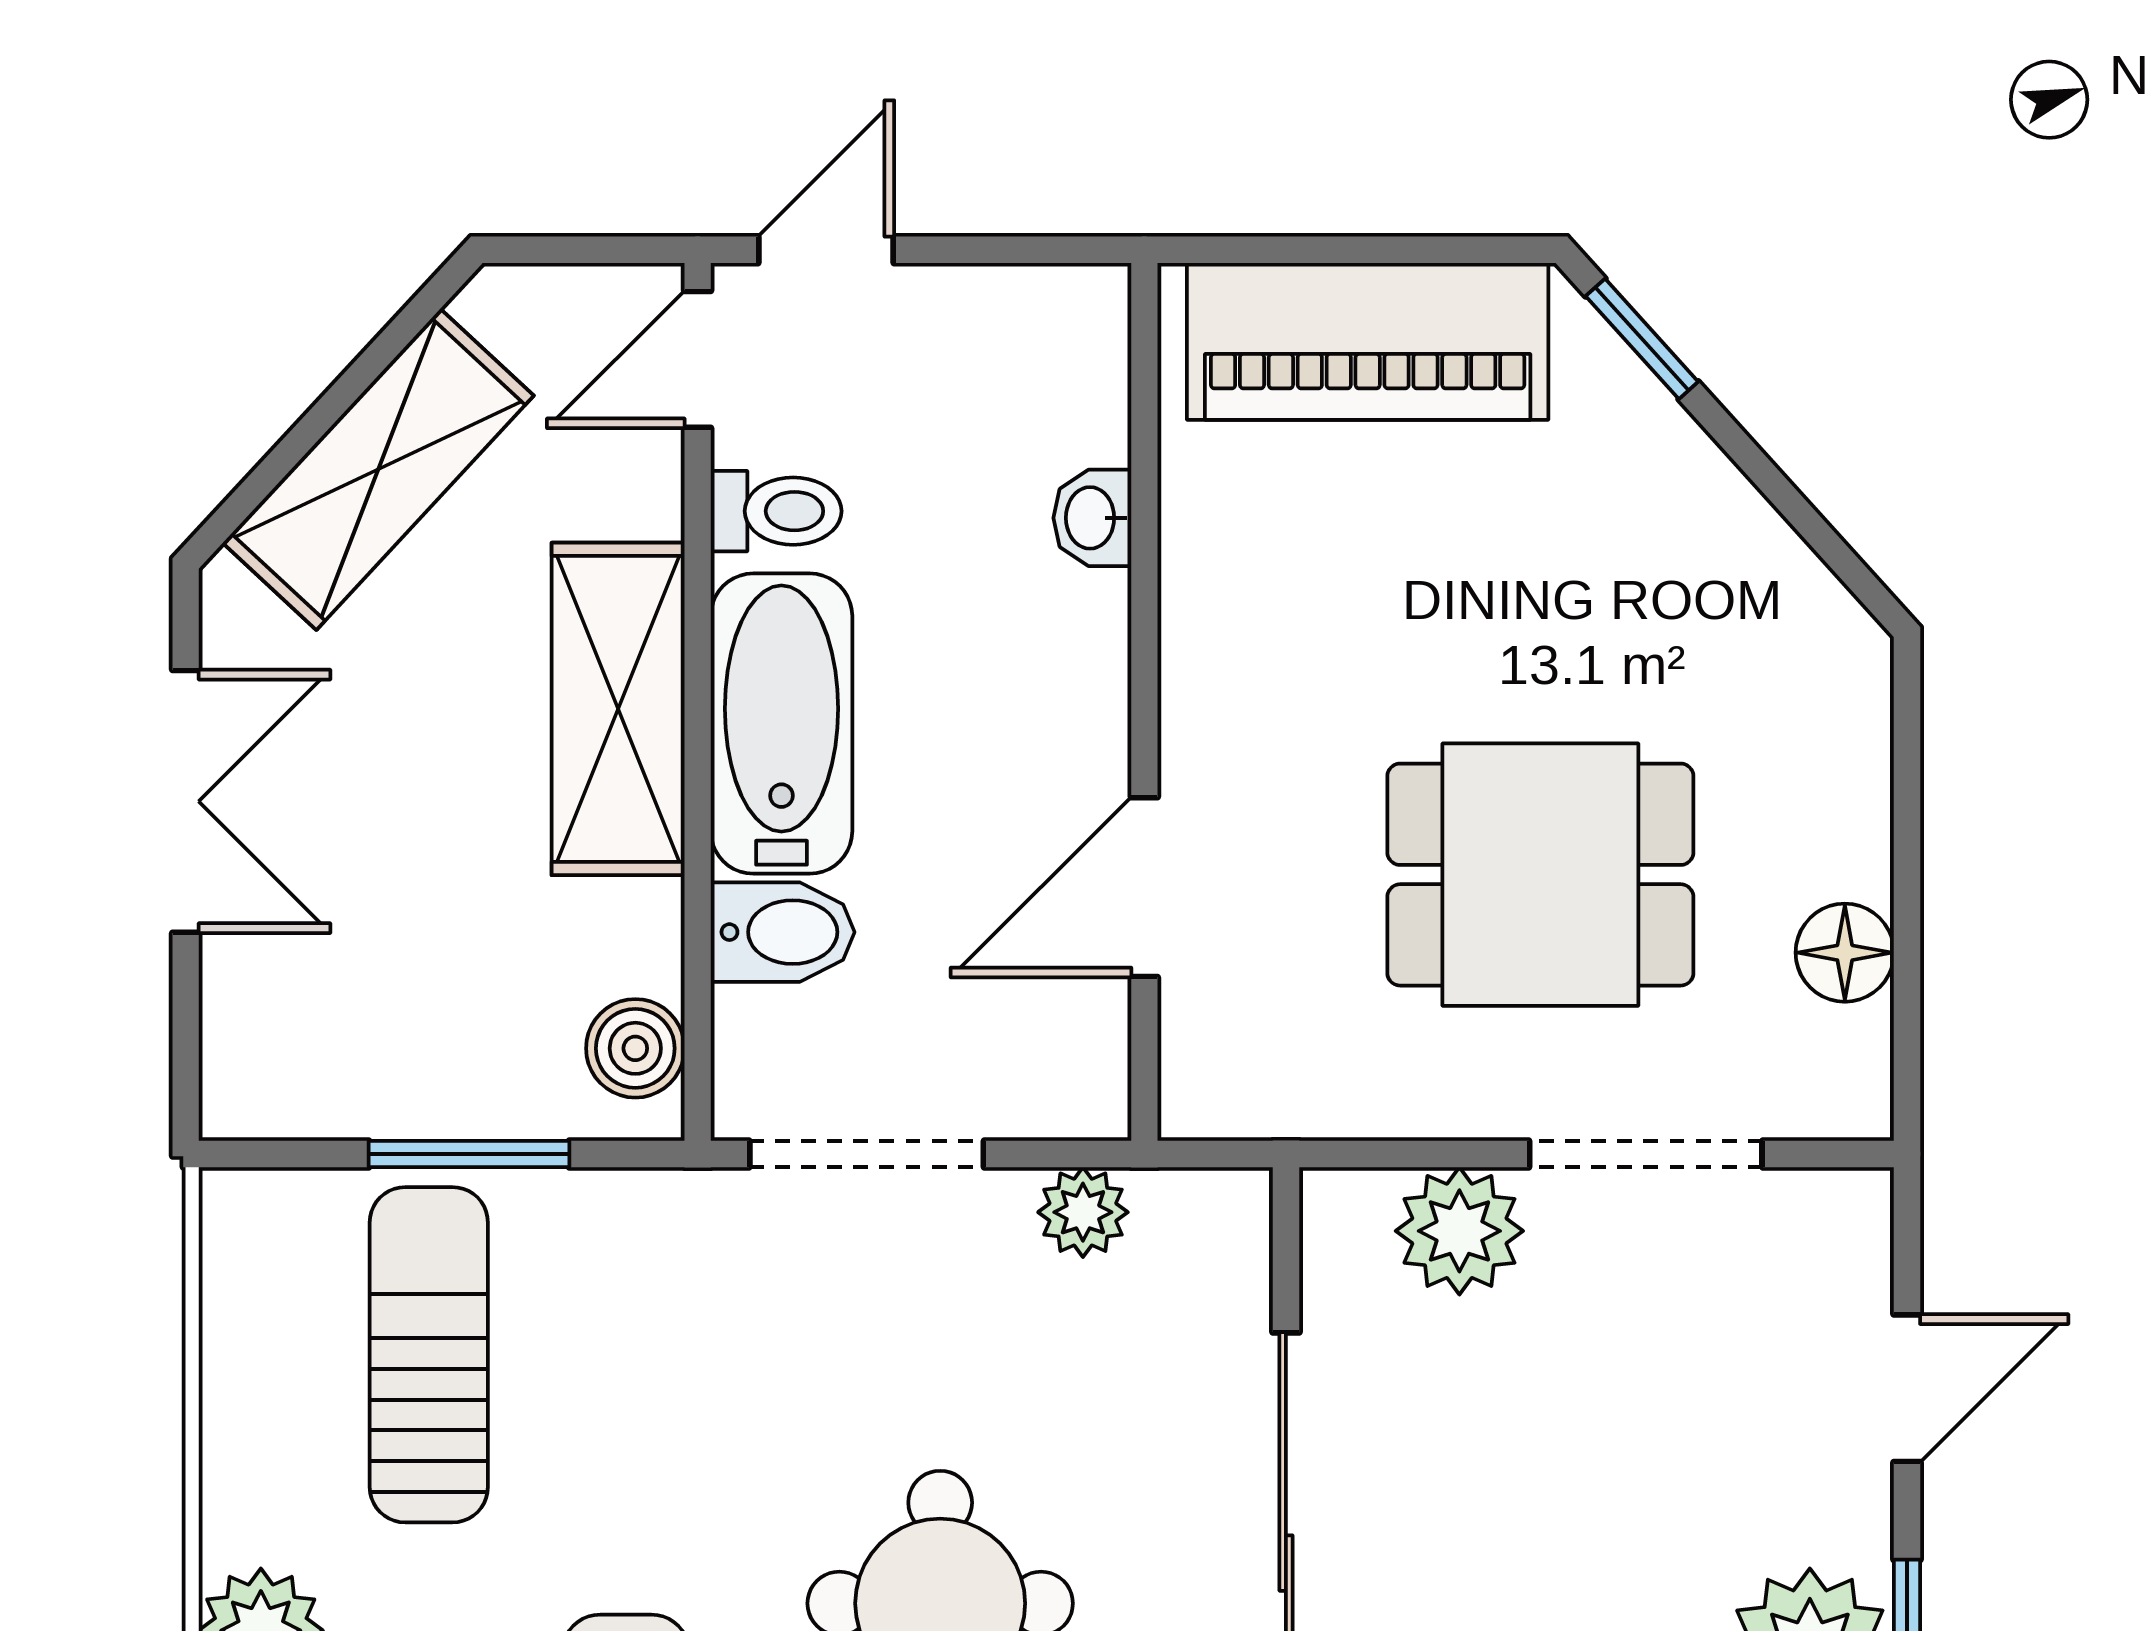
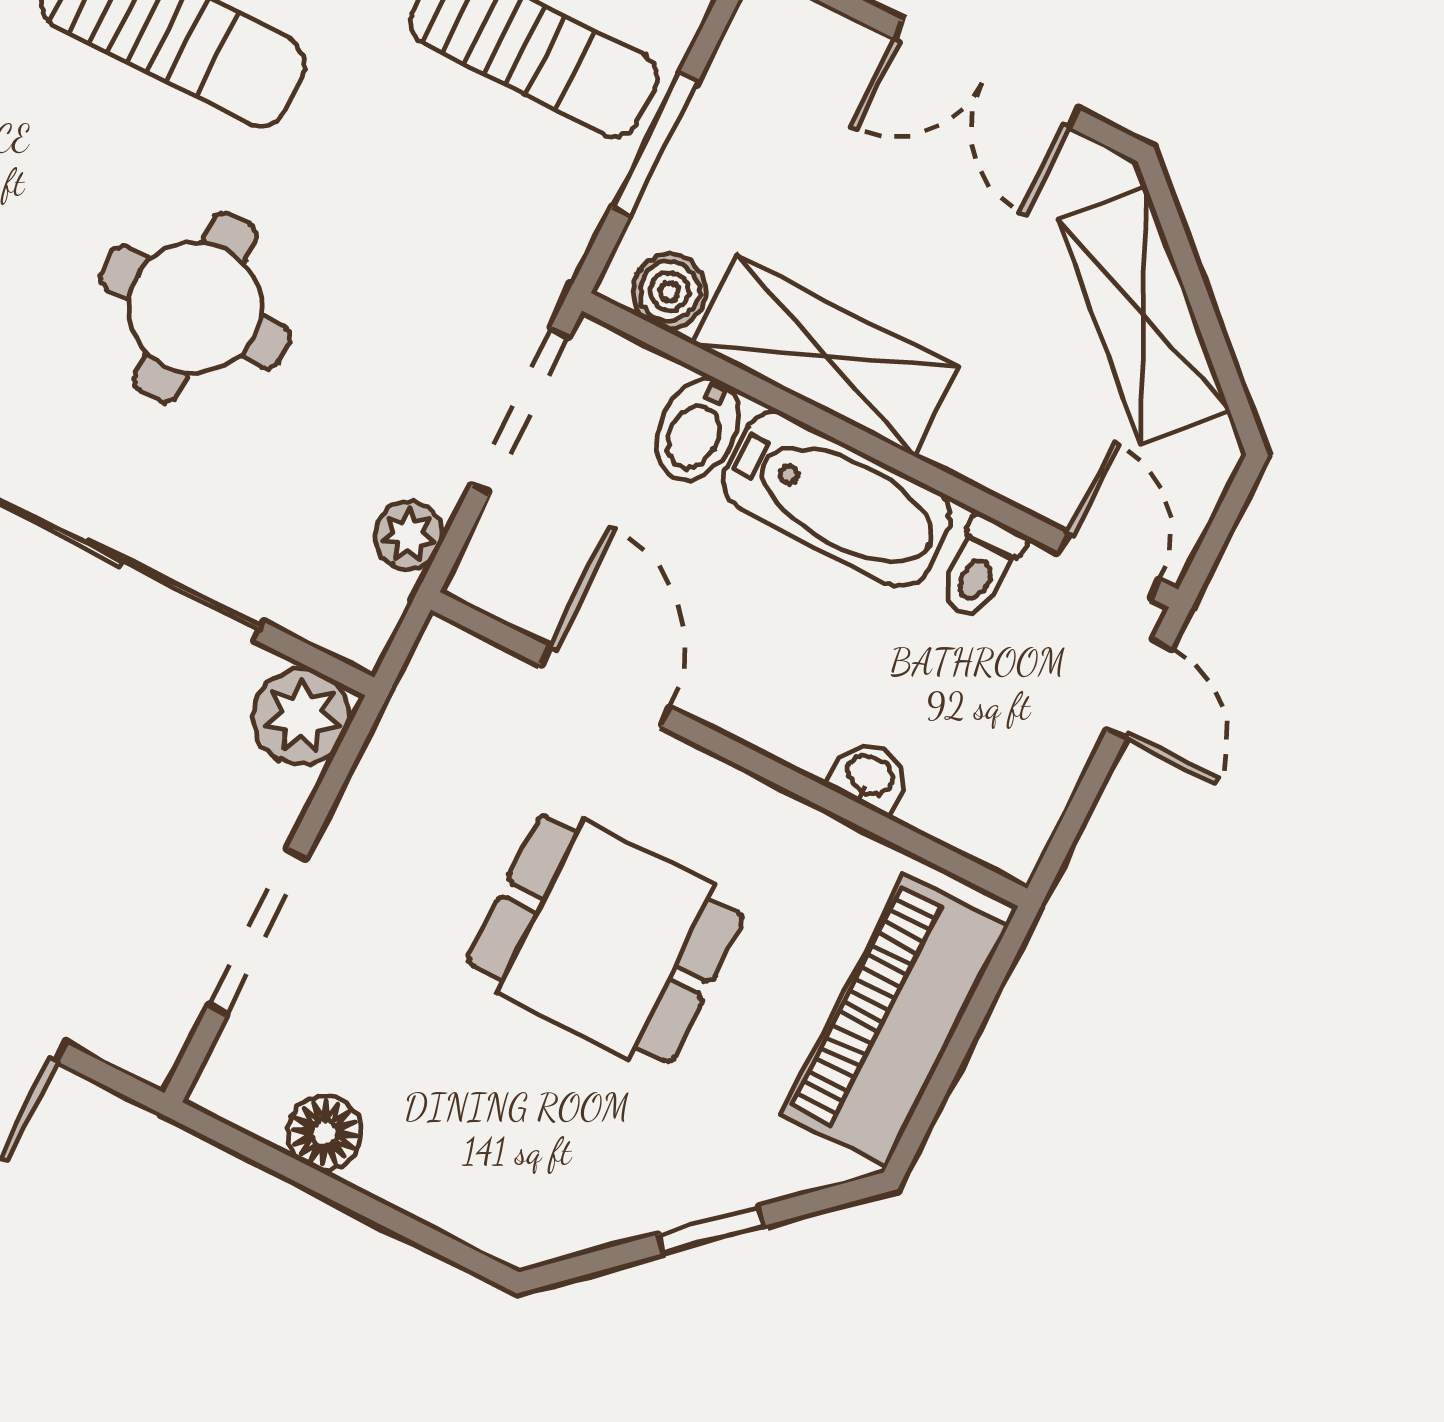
window: (1642, 339) -> (711, 1230), moved
shelving: (618, 709) -> (825, 356), moved
dining table: (1540, 875) -> (606, 939), moved, turned 90
plant: (1459, 1231) -> (301, 716), moved

